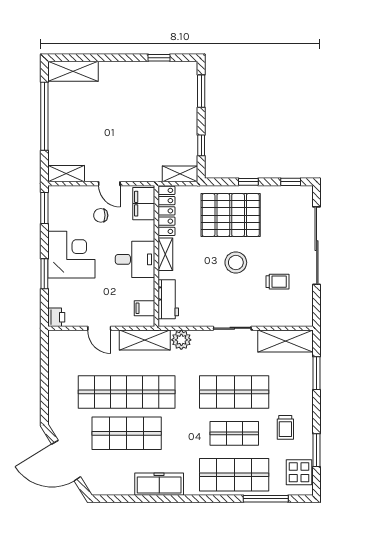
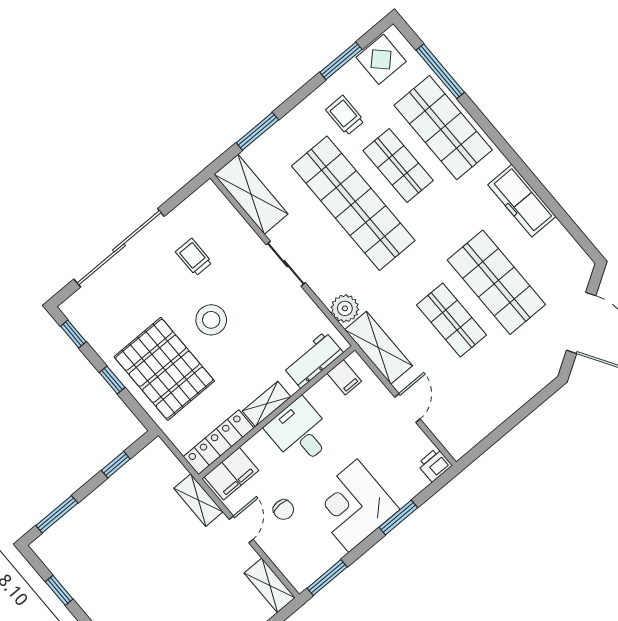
shelving: (180, 174) -> (198, 500), moved
shop shelf: (127, 392) -> (451, 320), width x0.50, depth x0.74
shop shelf: (234, 392) -> (353, 203), width x1.40
trolley: (285, 427) -> (345, 115), turned -90

